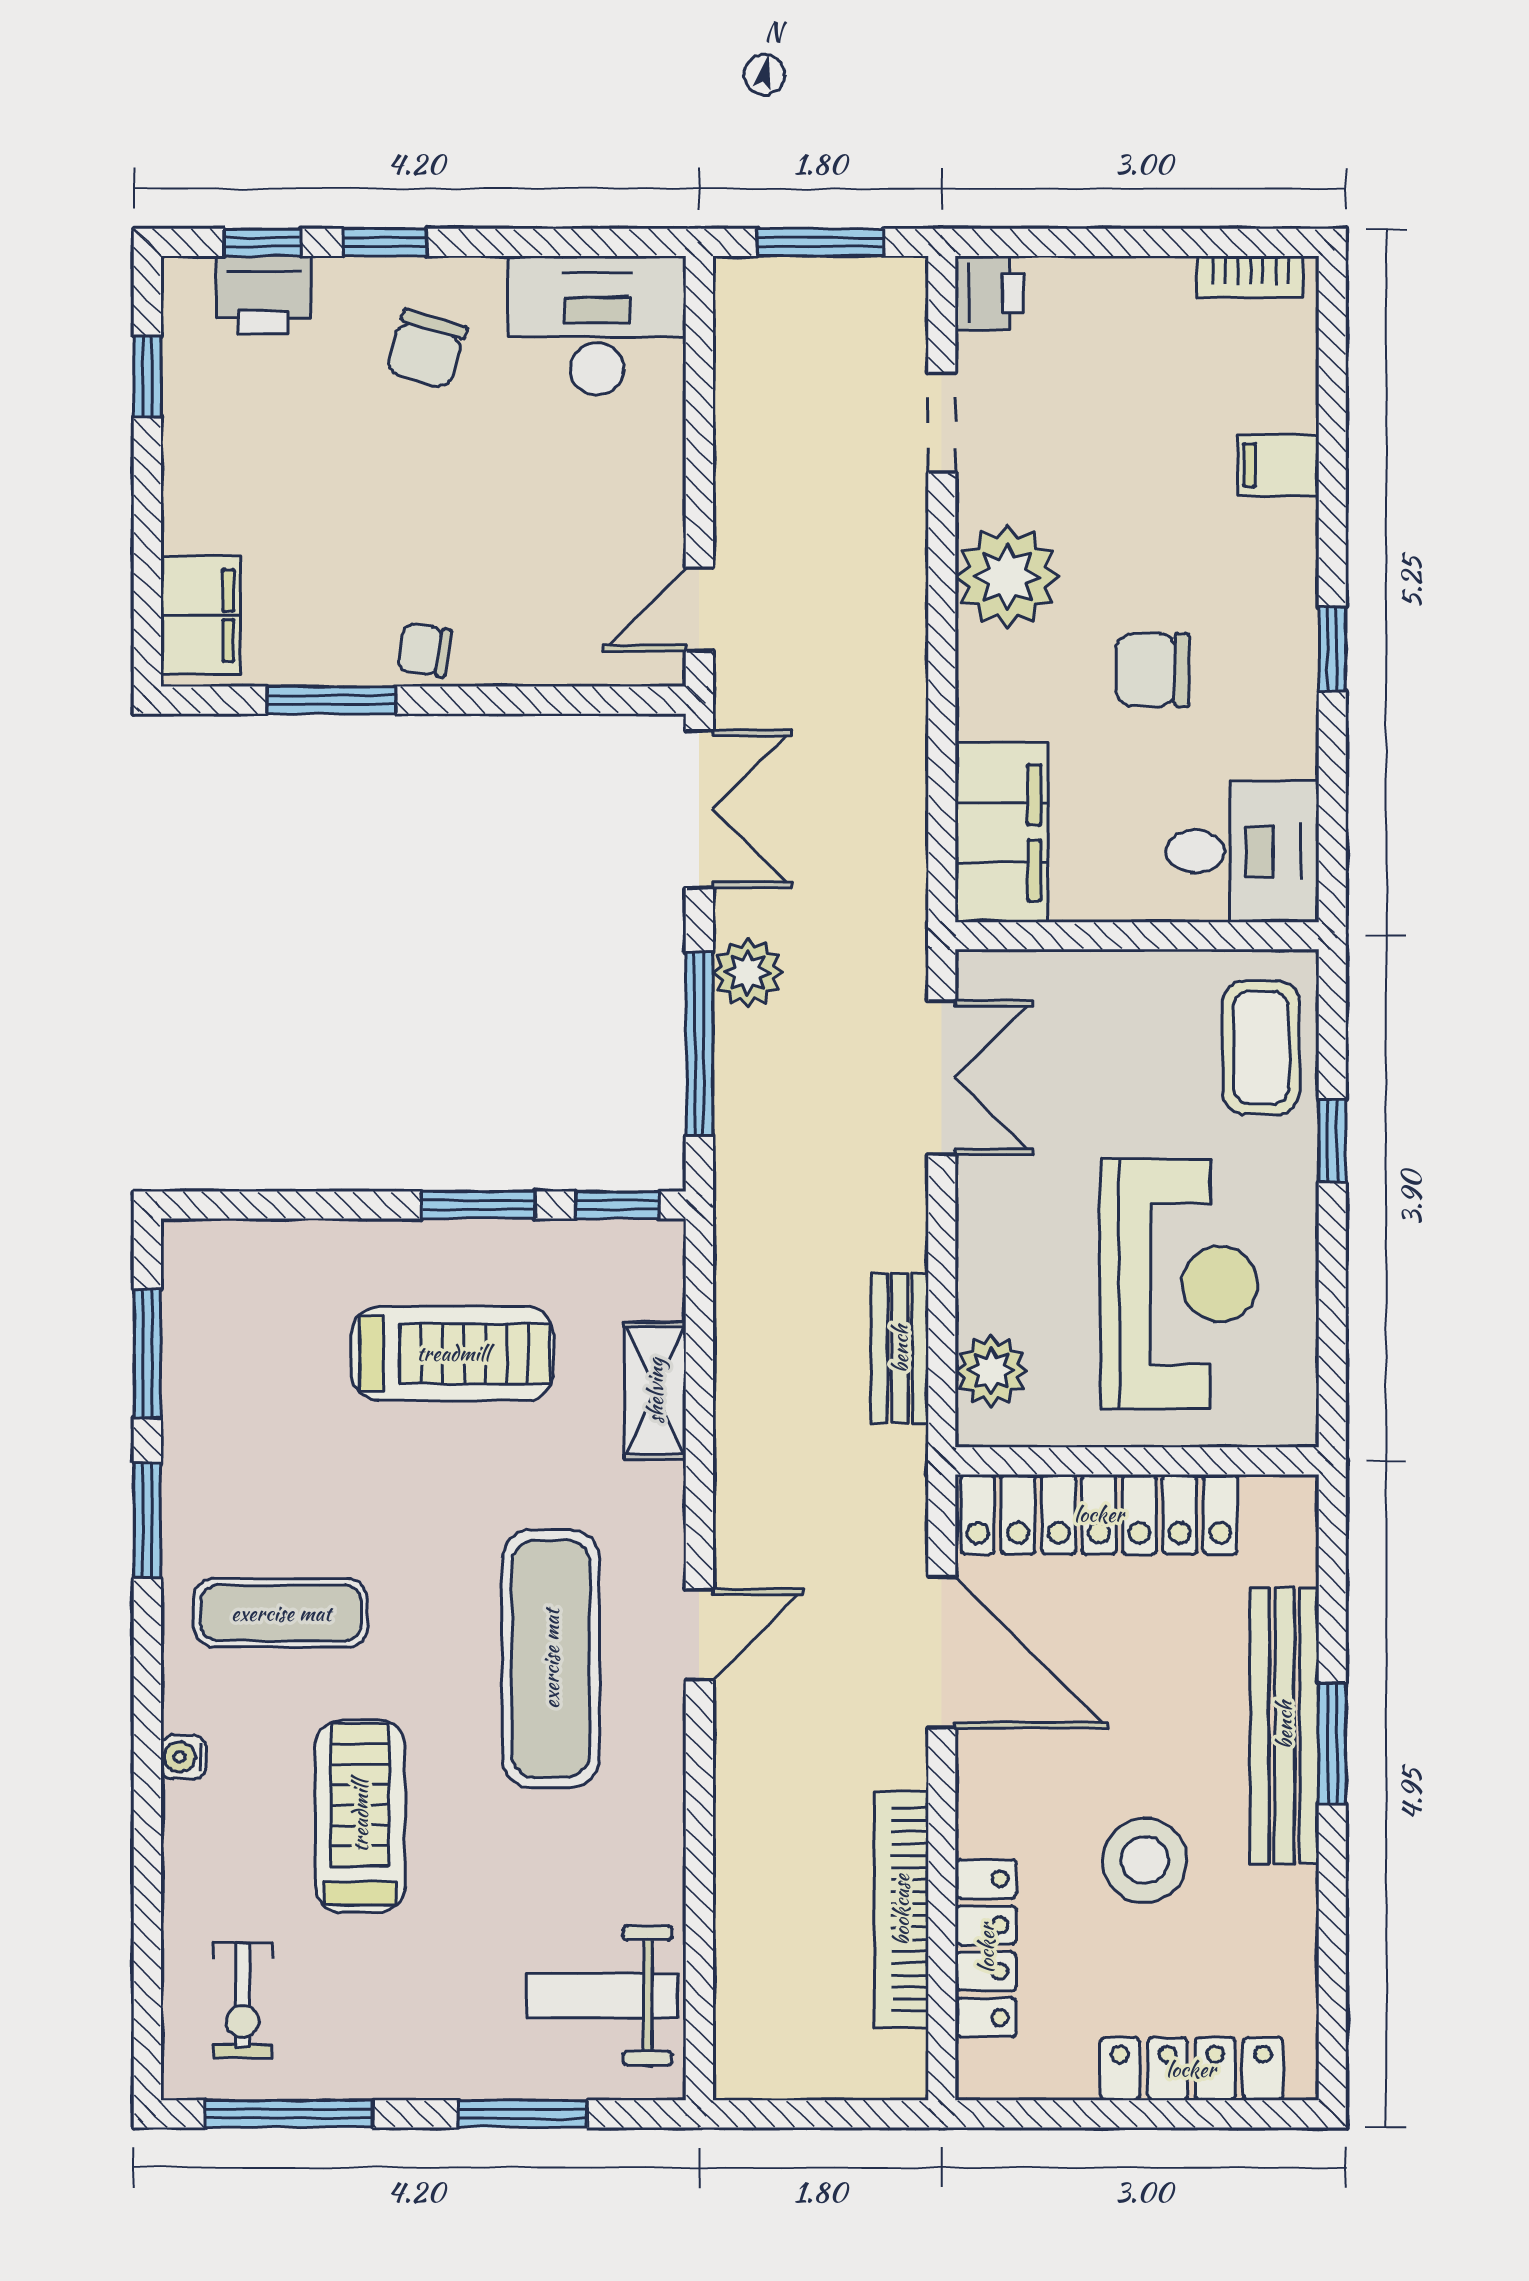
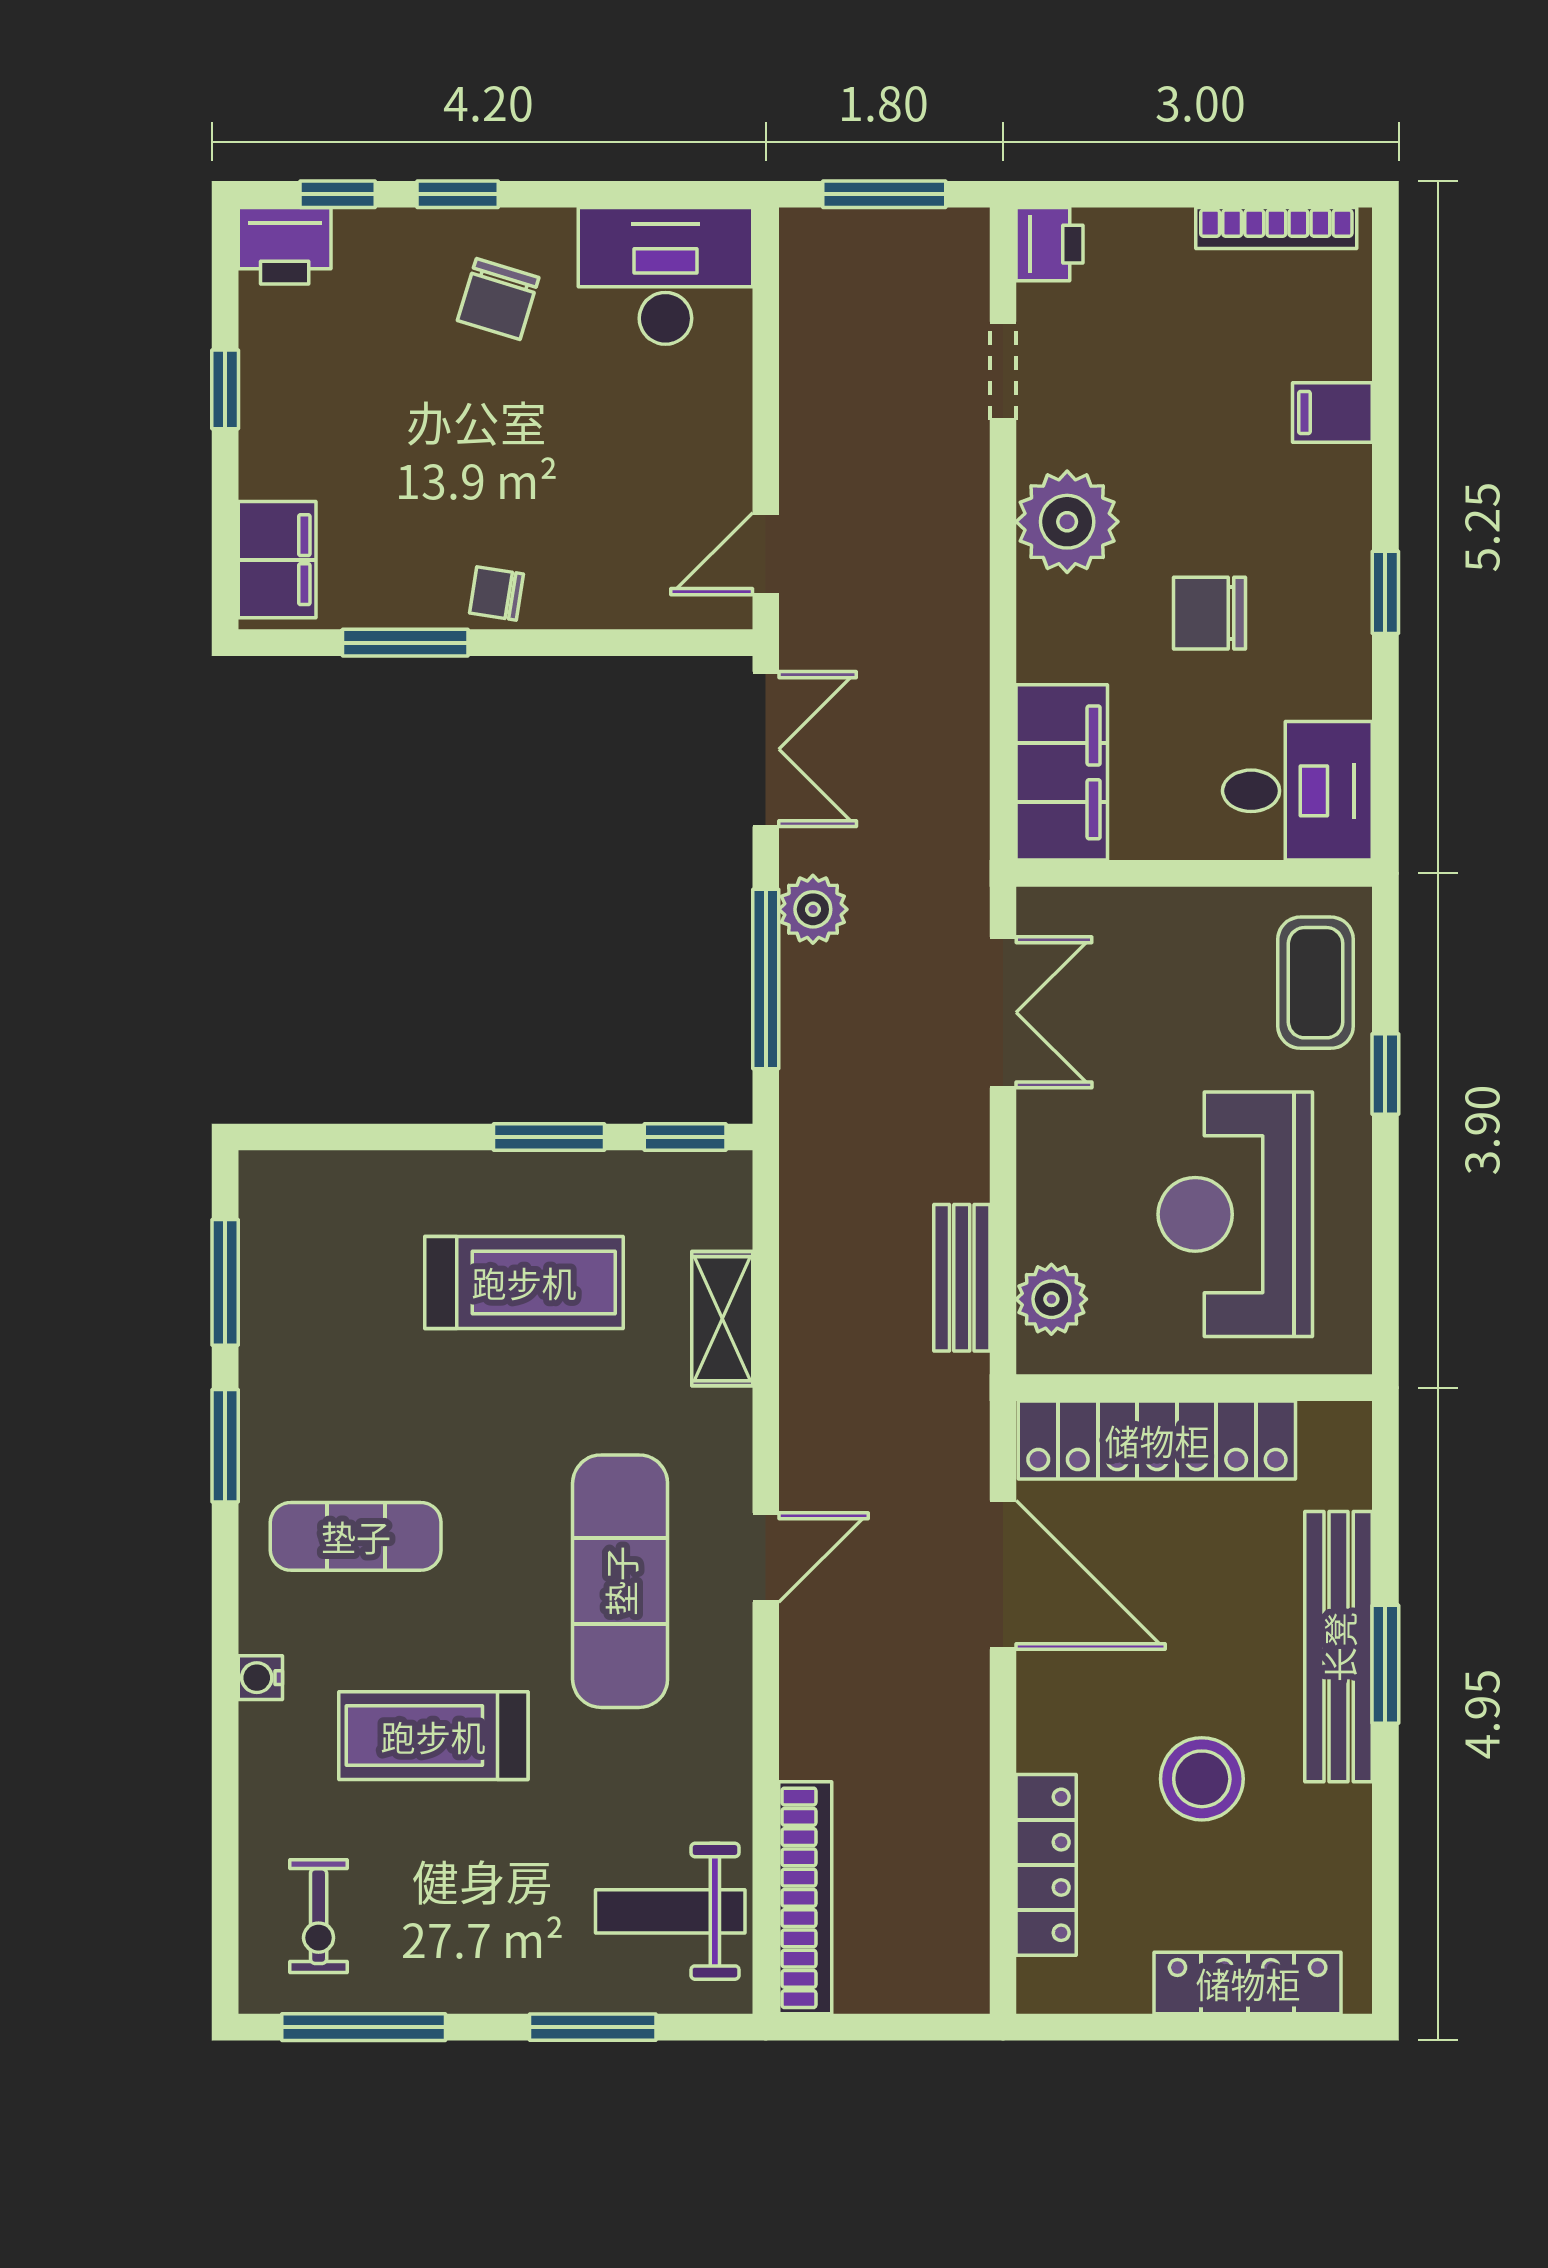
bookcase: (1250, 277) -> (1276, 228), width x1.56
printer: (264, 295) -> (285, 246), moved
window: (147, 376) -> (225, 389), moved
reception desk: (1179, 1284) -> (1235, 1214), turned 180
treadmill: (360, 1816) -> (433, 1736), turned -90
bookcase: (901, 1910) -> (805, 1898), moved, turned 180

